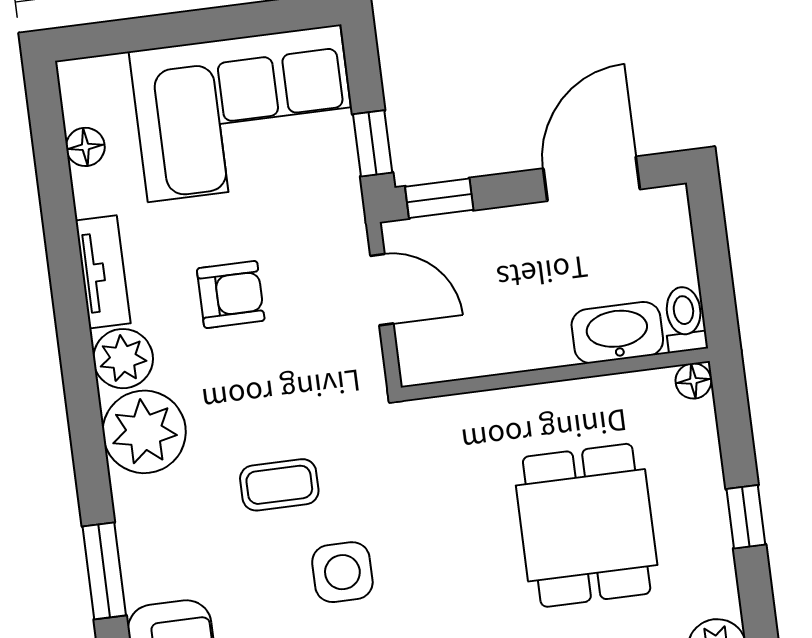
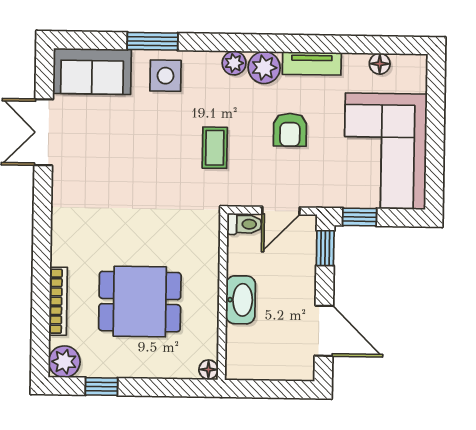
toilet: (685, 319) -> (244, 224), moved
washbasin: (617, 333) -> (241, 300), moved
plant: (144, 432) -> (234, 63), width x0.53, depth x0.53
coffee table: (279, 485) -> (215, 148), moved
window: (746, 517) -> (102, 387), moved
side table: (342, 572) -> (166, 76), moved

